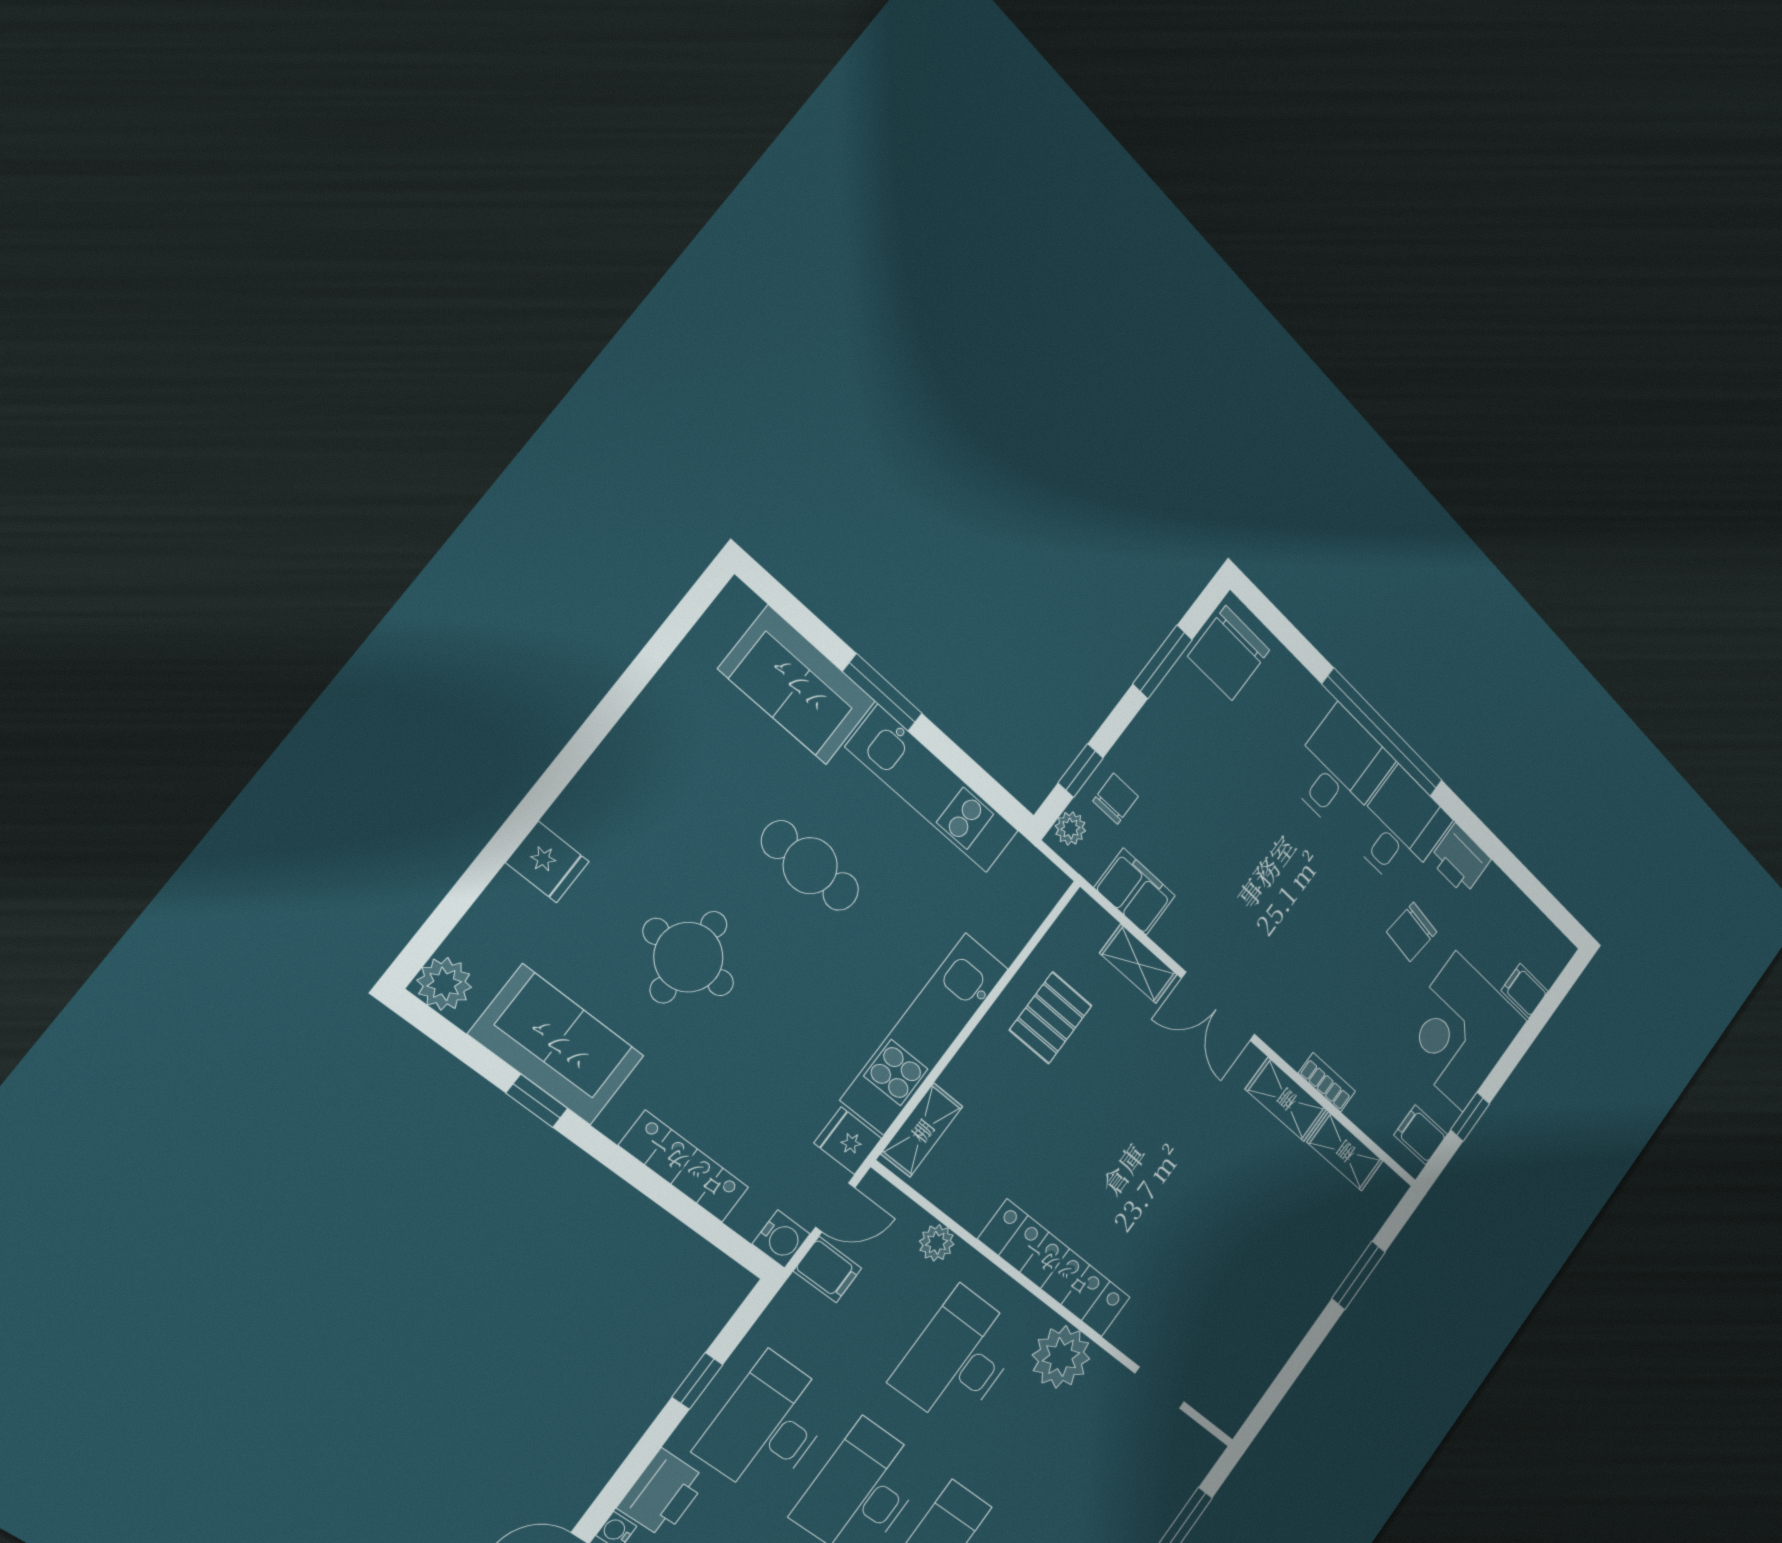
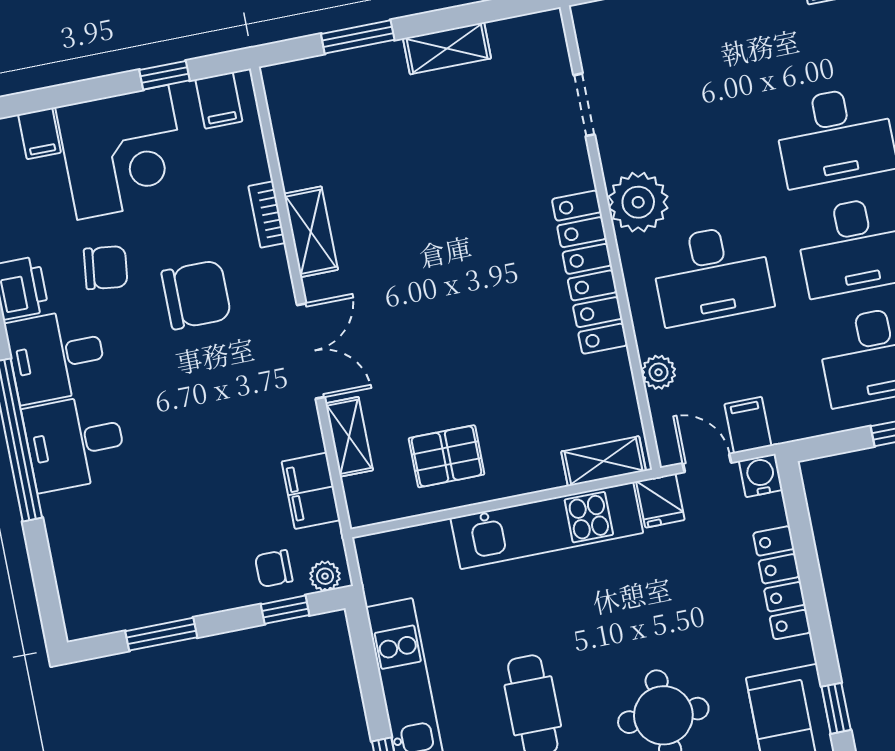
chair: (1229, 653) -> (196, 295), moved
shelving: (1345, 1152) -> (447, 48), moved, turned 90

